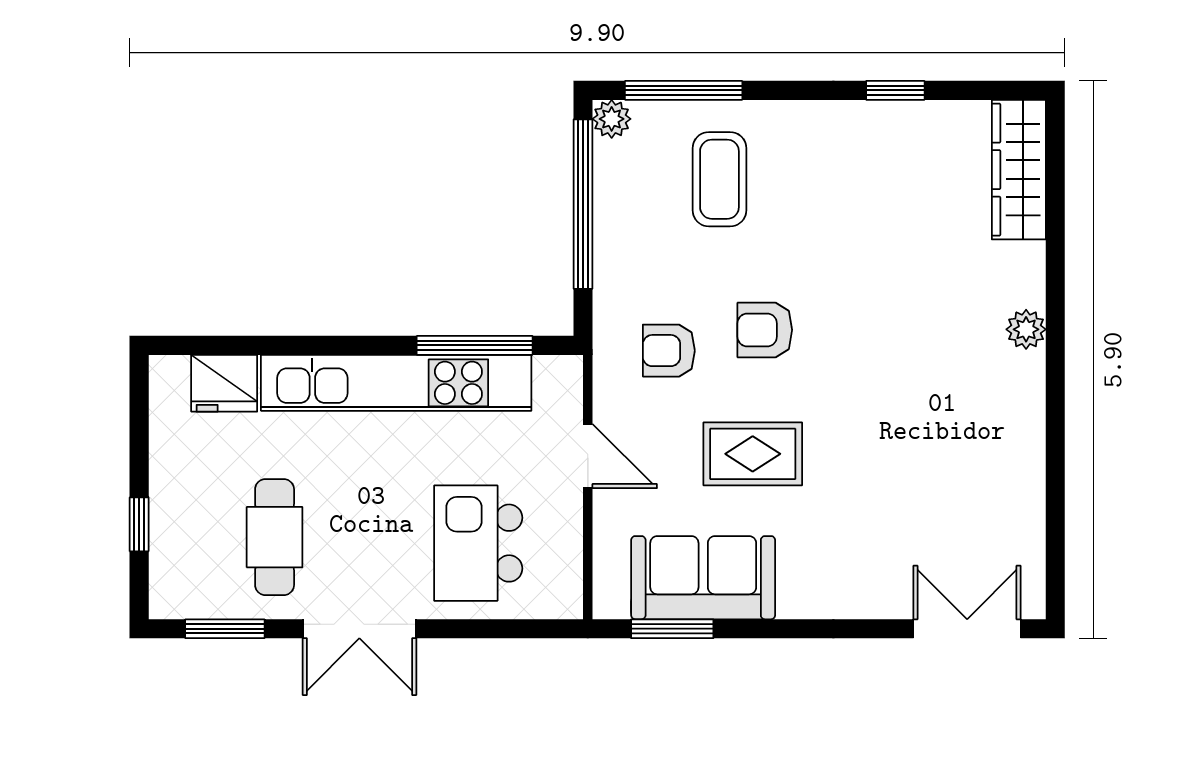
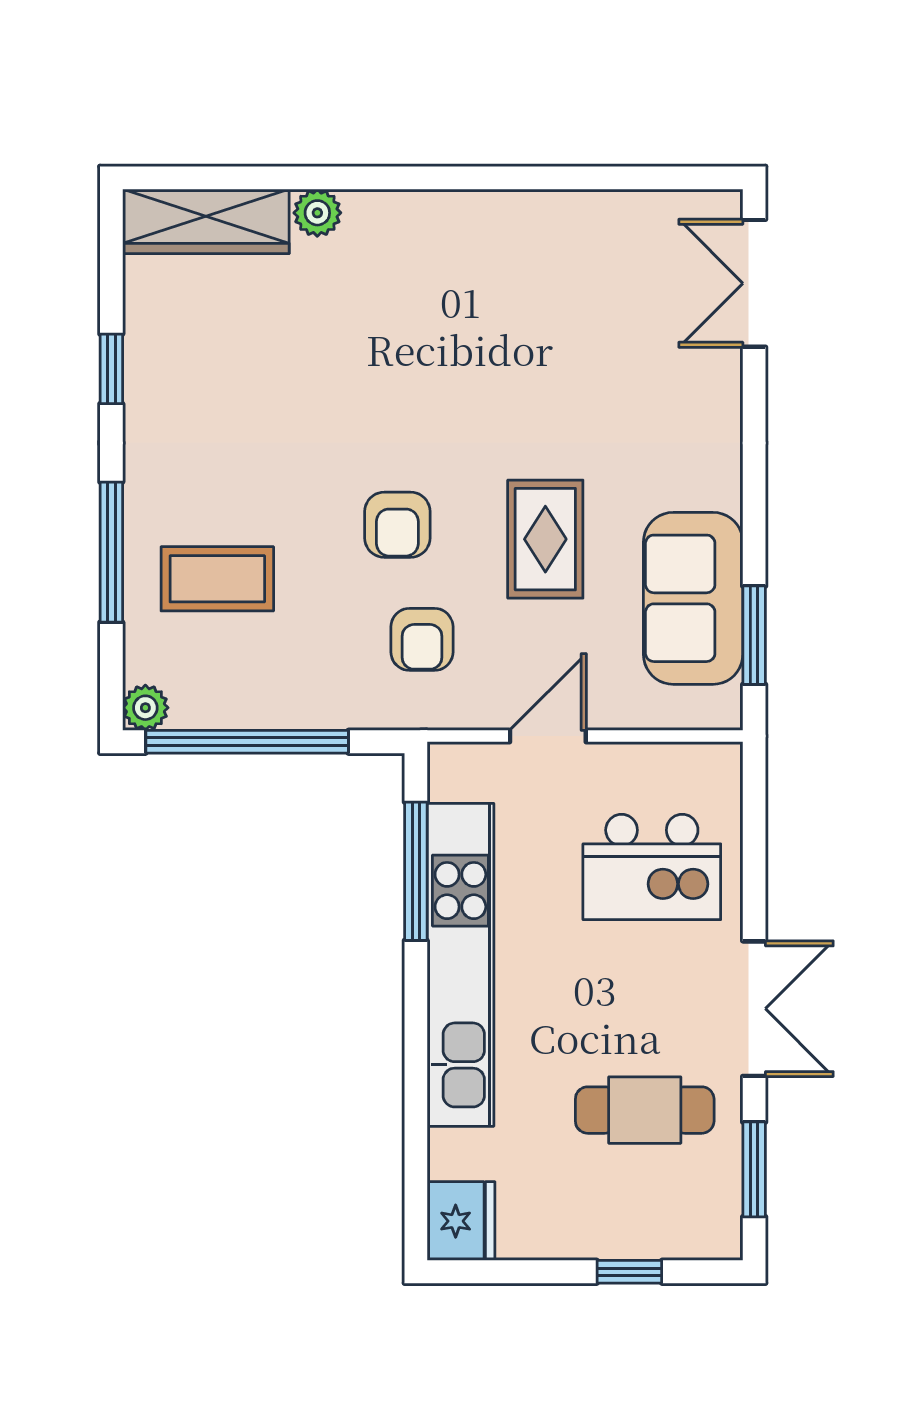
window: (684, 90) -> (111, 552), moved
plant: (1026, 329) -> (317, 213), moved
fridge: (224, 383) -> (461, 1221), moved

